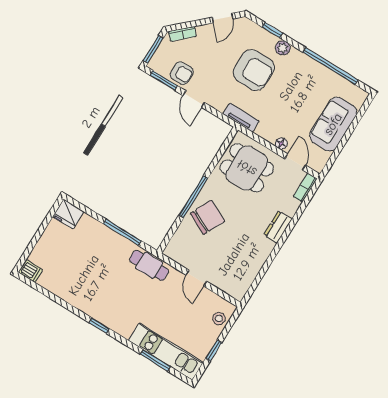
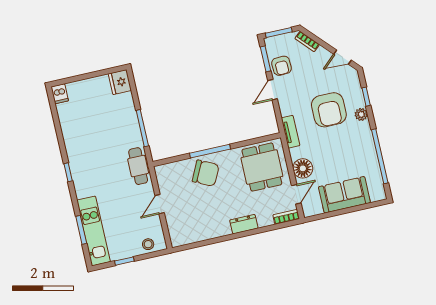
floor lamp: (281, 144) -> (303, 168), width x1.89, depth x1.89

